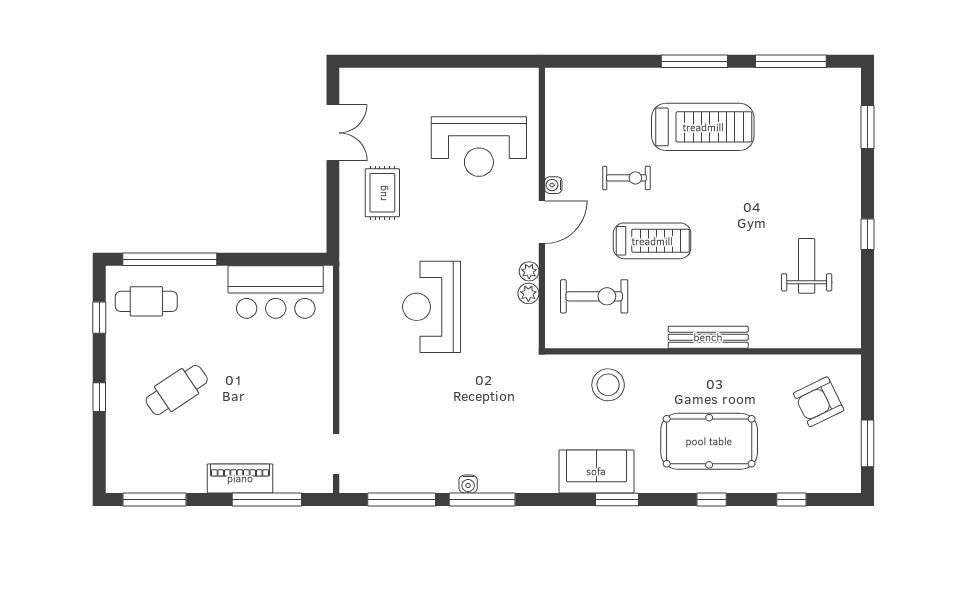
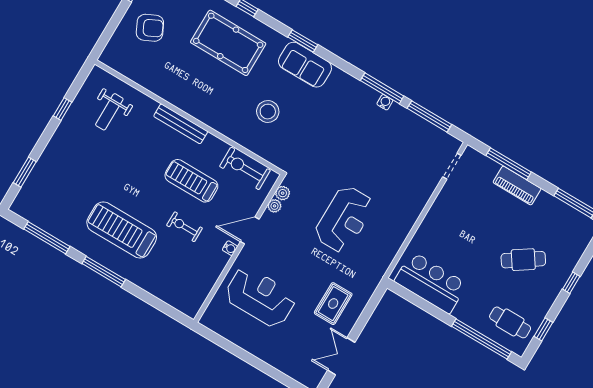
bench: (708, 337) -> (181, 124), moved
wall: (703, 351) -> (189, 117), moved

